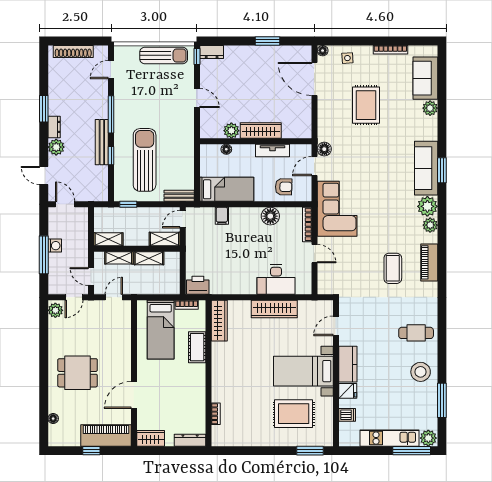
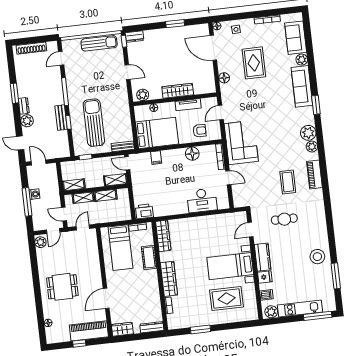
plant: (231, 131) -> (143, 95), moved
bench: (102, 142) -> (61, 118), width x0.73
floor lamp: (324, 149) -> (224, 78), moved
sofa: (426, 168) -> (302, 86), moved
bed: (227, 189) -> (157, 133), width x1.50
door: (183, 219) -> (127, 163), hinge flipped
wardrobe: (274, 309) -> (169, 279), moved, turned -90
cafe table: (416, 333) -> (284, 219), moved
plant: (428, 438) -> (271, 312), moved
window: (310, 451) -> (201, 329), moved

